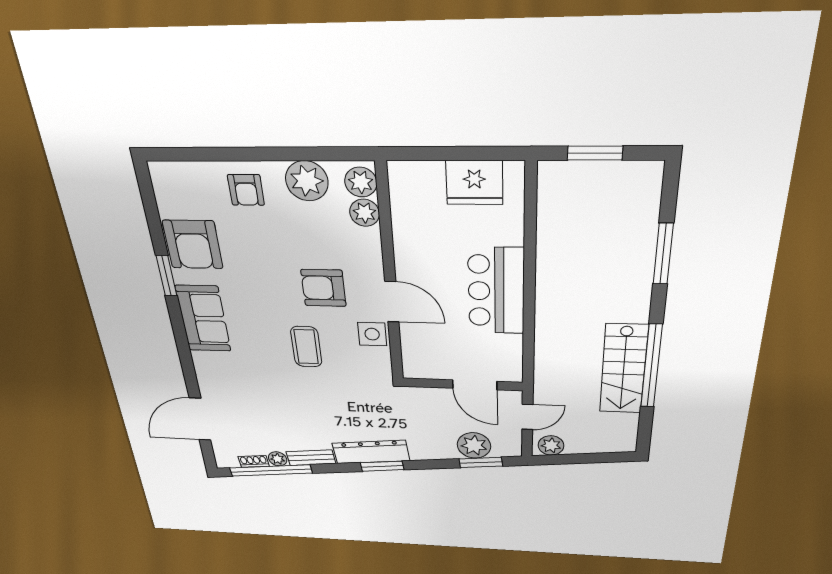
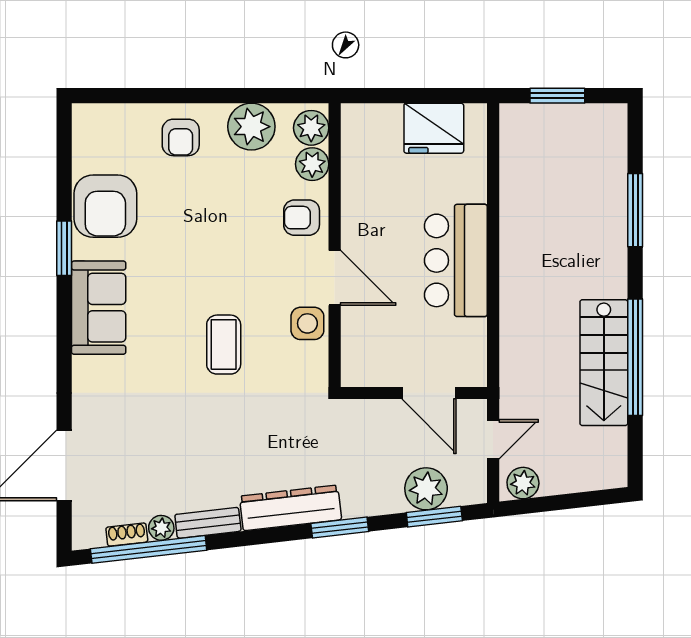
armchair: (323, 288) -> (302, 218), moved, width x0.72, depth x0.72
window: (382, 466) -> (340, 527), moved

